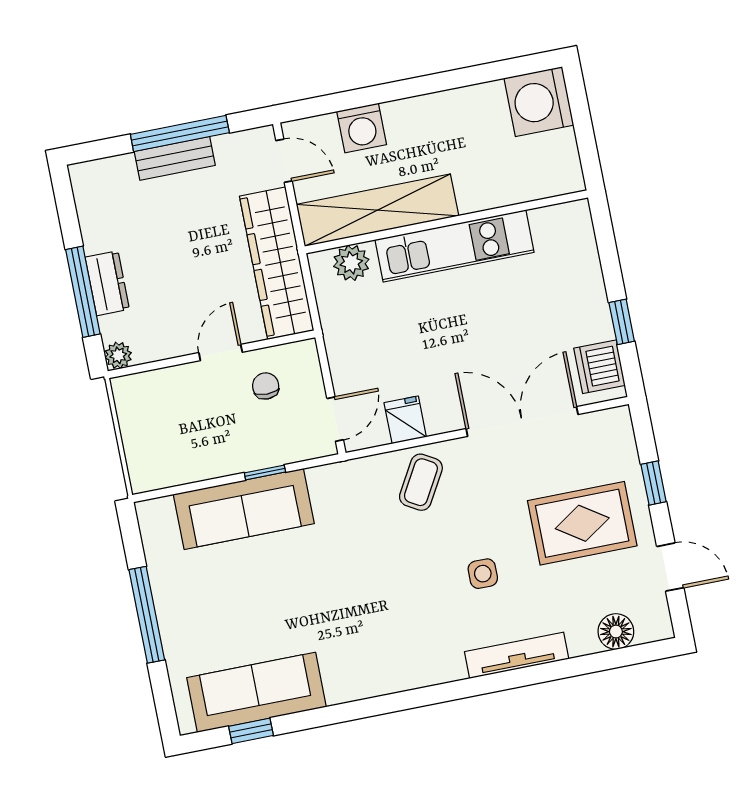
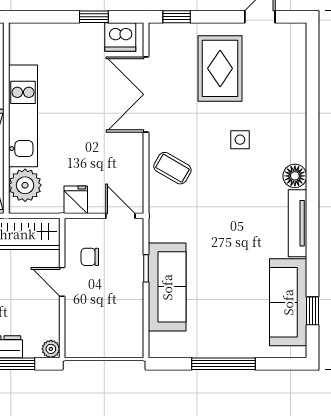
plant: (351, 263) -> (25, 185), width x1.36, depth x1.36
fridge: (405, 420) -> (76, 200), moved, turned 90
window: (654, 483) -> (177, 17), moved
floor lamp: (616, 632) -> (295, 176), moved
tv unit: (517, 655) -> (298, 223), moved

